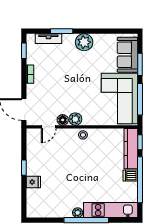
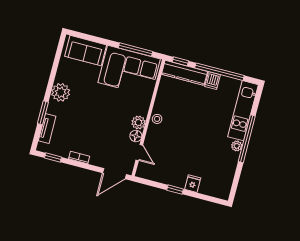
window: (140, 64) -> (99, 40), removed

